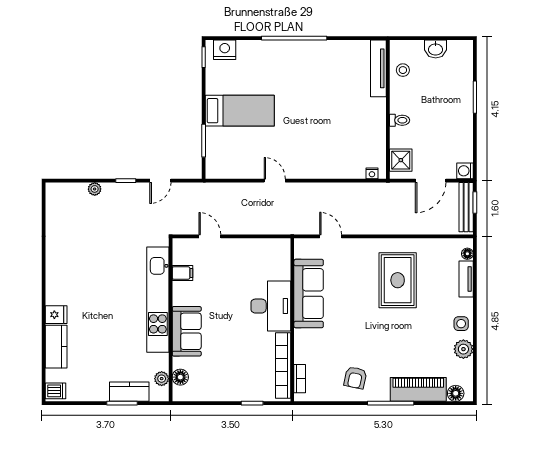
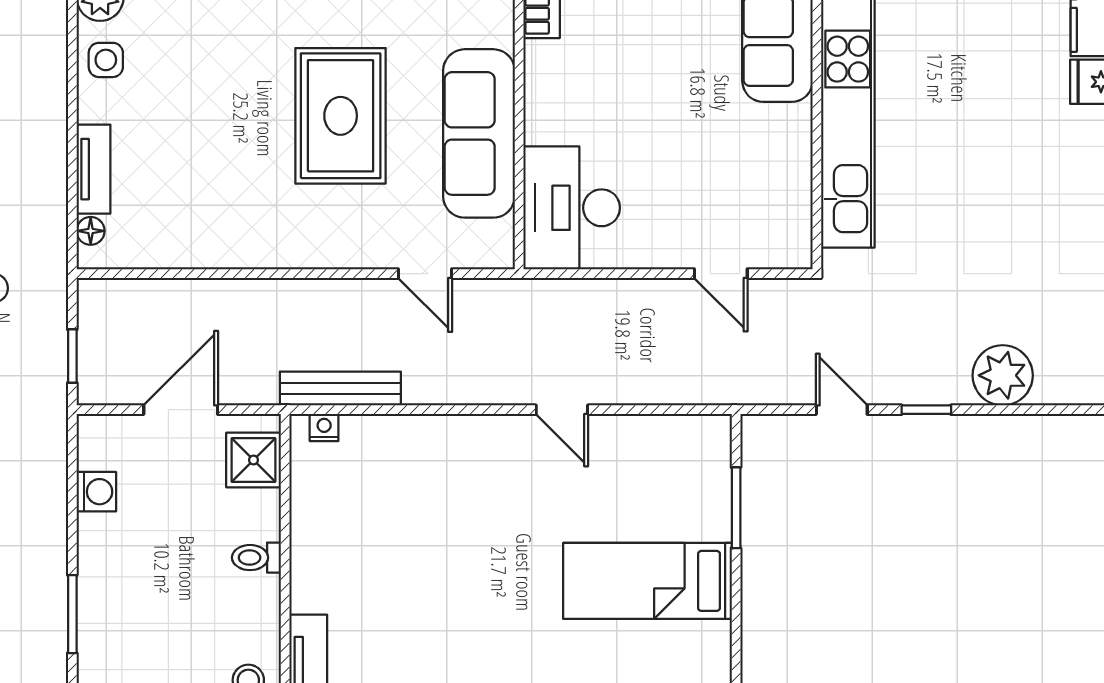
washing machine: (465, 171) -> (96, 492), moved
door: (160, 181) -> (842, 410), hinge flipped
plant: (95, 189) -> (1003, 375), width x1.88, depth x1.88
bench: (466, 207) -> (340, 388), moved, turned 90
filing cabinet: (182, 273) -> (788, 184), removed
rug: (398, 280) -> (341, 116), moved
desk: (271, 306) -> (572, 208), moved

